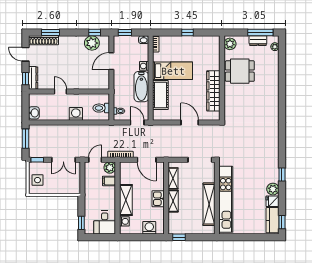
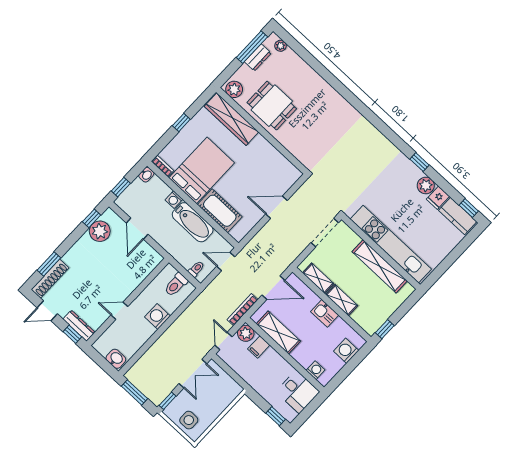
bed: (173, 71) -> (202, 170), width x1.50
dining table: (240, 71) -> (272, 106), turned 90
wardrobe: (213, 91) -> (231, 119), moved
shelving: (126, 200) -> (278, 333), moved

